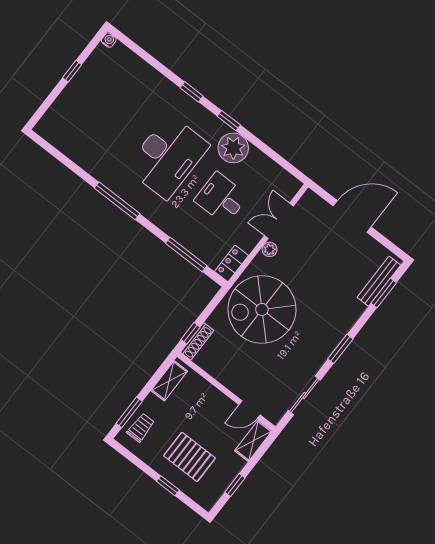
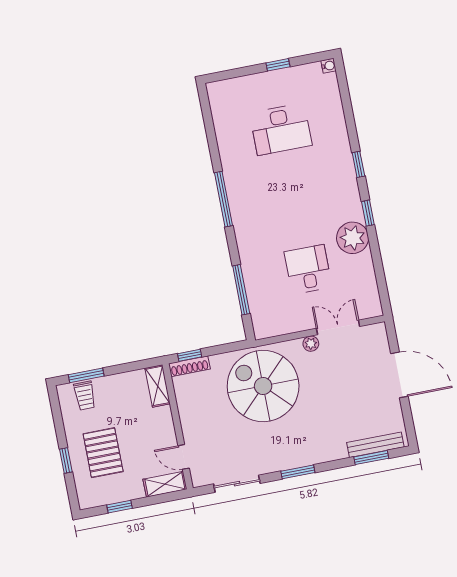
desk: (168, 157) -> (281, 129), moved, width x0.73, depth x0.77
locker: (231, 263) -> (271, 328), removed
shelving: (169, 381) -> (158, 386), moved, turned 90
trolley: (141, 428) -> (85, 396), turned 90

